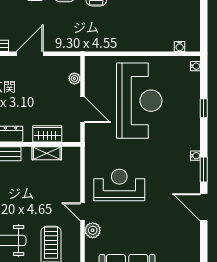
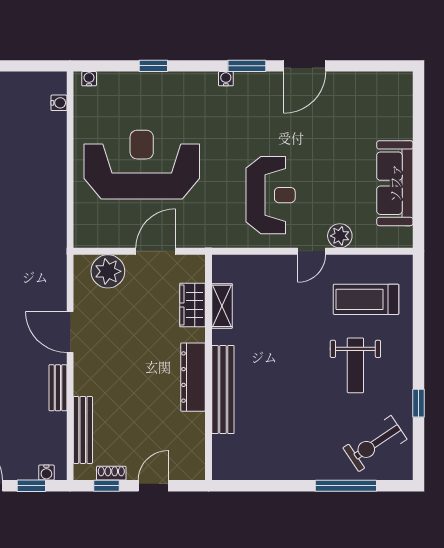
plant: (74, 78) -> (108, 271), width x1.87, depth x1.87
reception desk: (119, 185) -> (271, 195), turned 180

